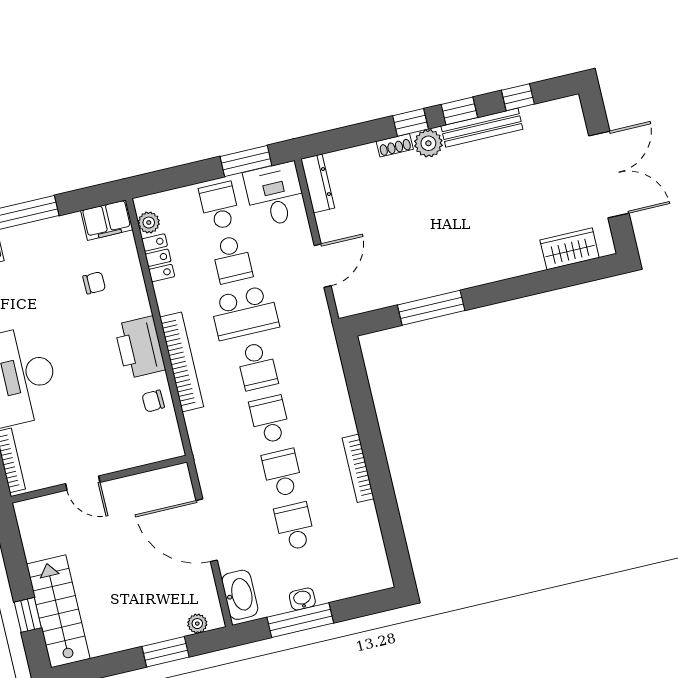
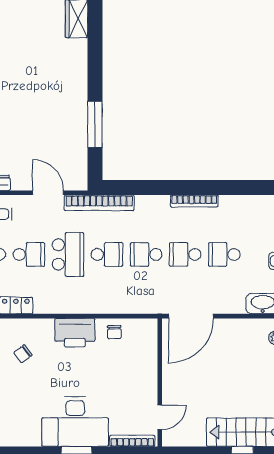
chair: (94, 283) -> (23, 354), turned -126
bookcase: (182, 362) -> (99, 203), moved, turned 180
door: (83, 483) -> (160, 417), moved
door: (207, 530) -> (191, 316), moved

